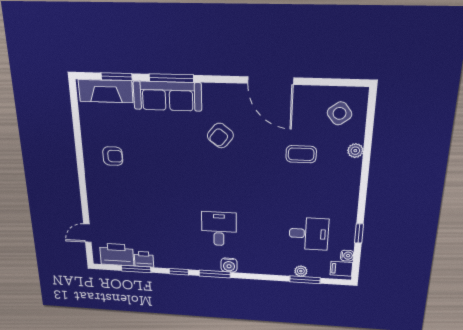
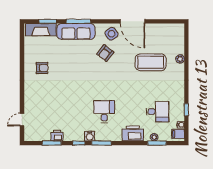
side table: (340, 113) -> (112, 34), moved
coffee table: (301, 154) -> (151, 62), width x1.86, depth x1.72
printer: (117, 255) -> (133, 133), moved
water cooler: (229, 265) -> (90, 136), moved

